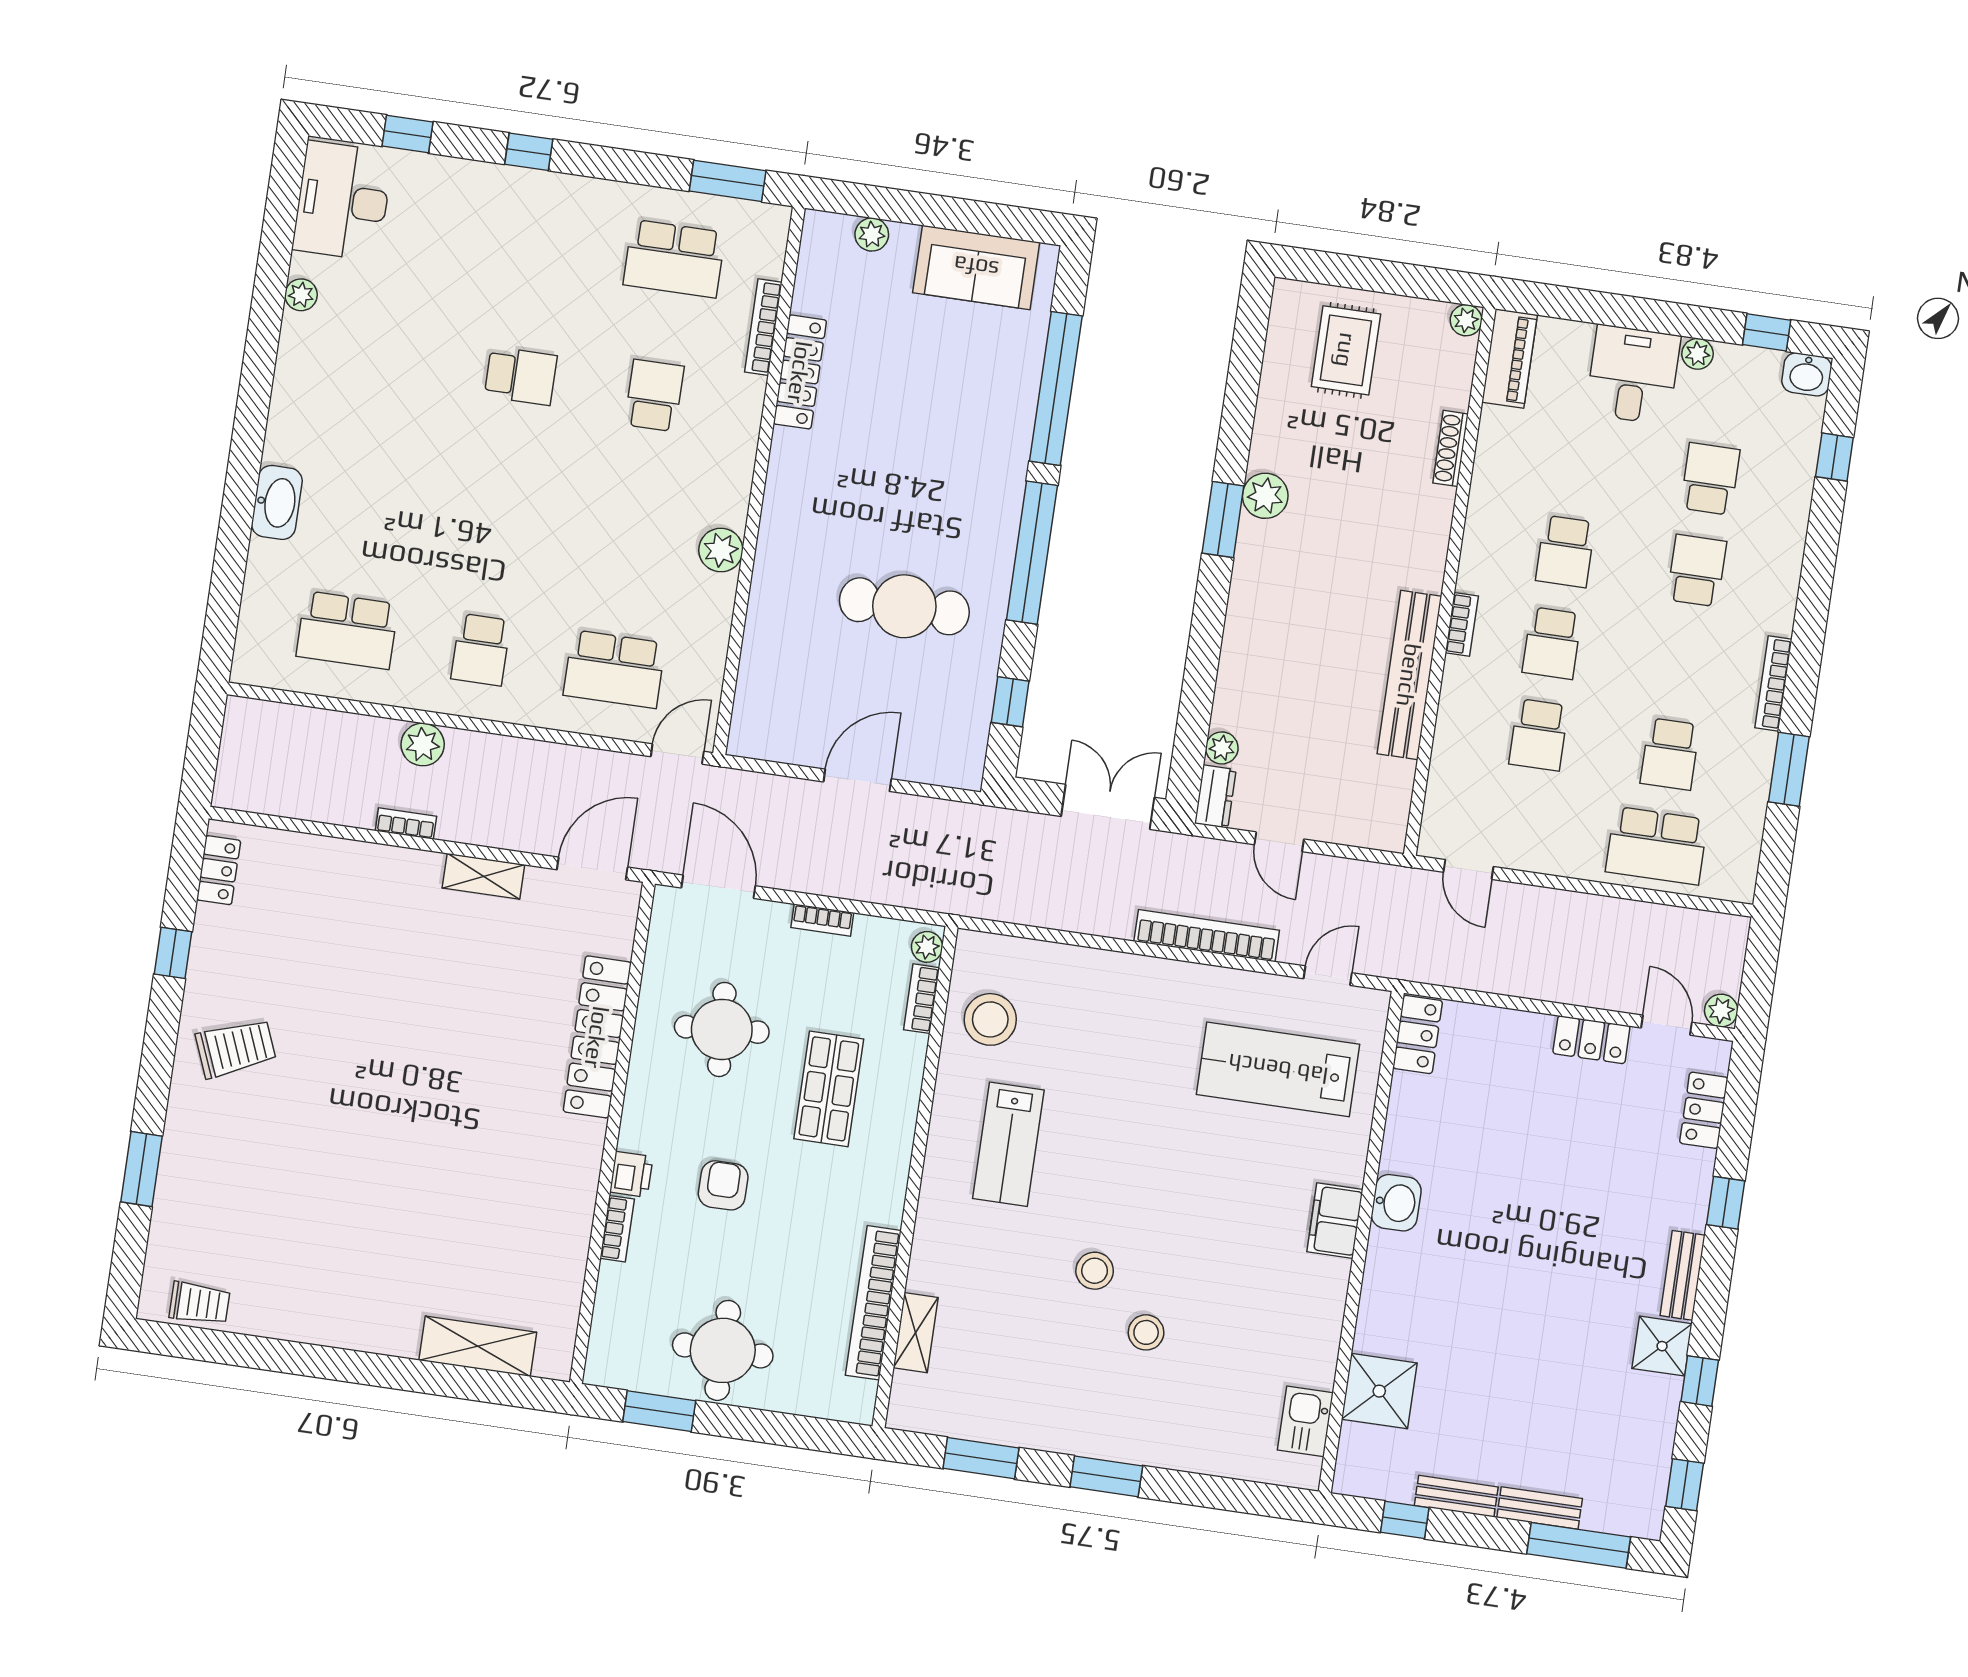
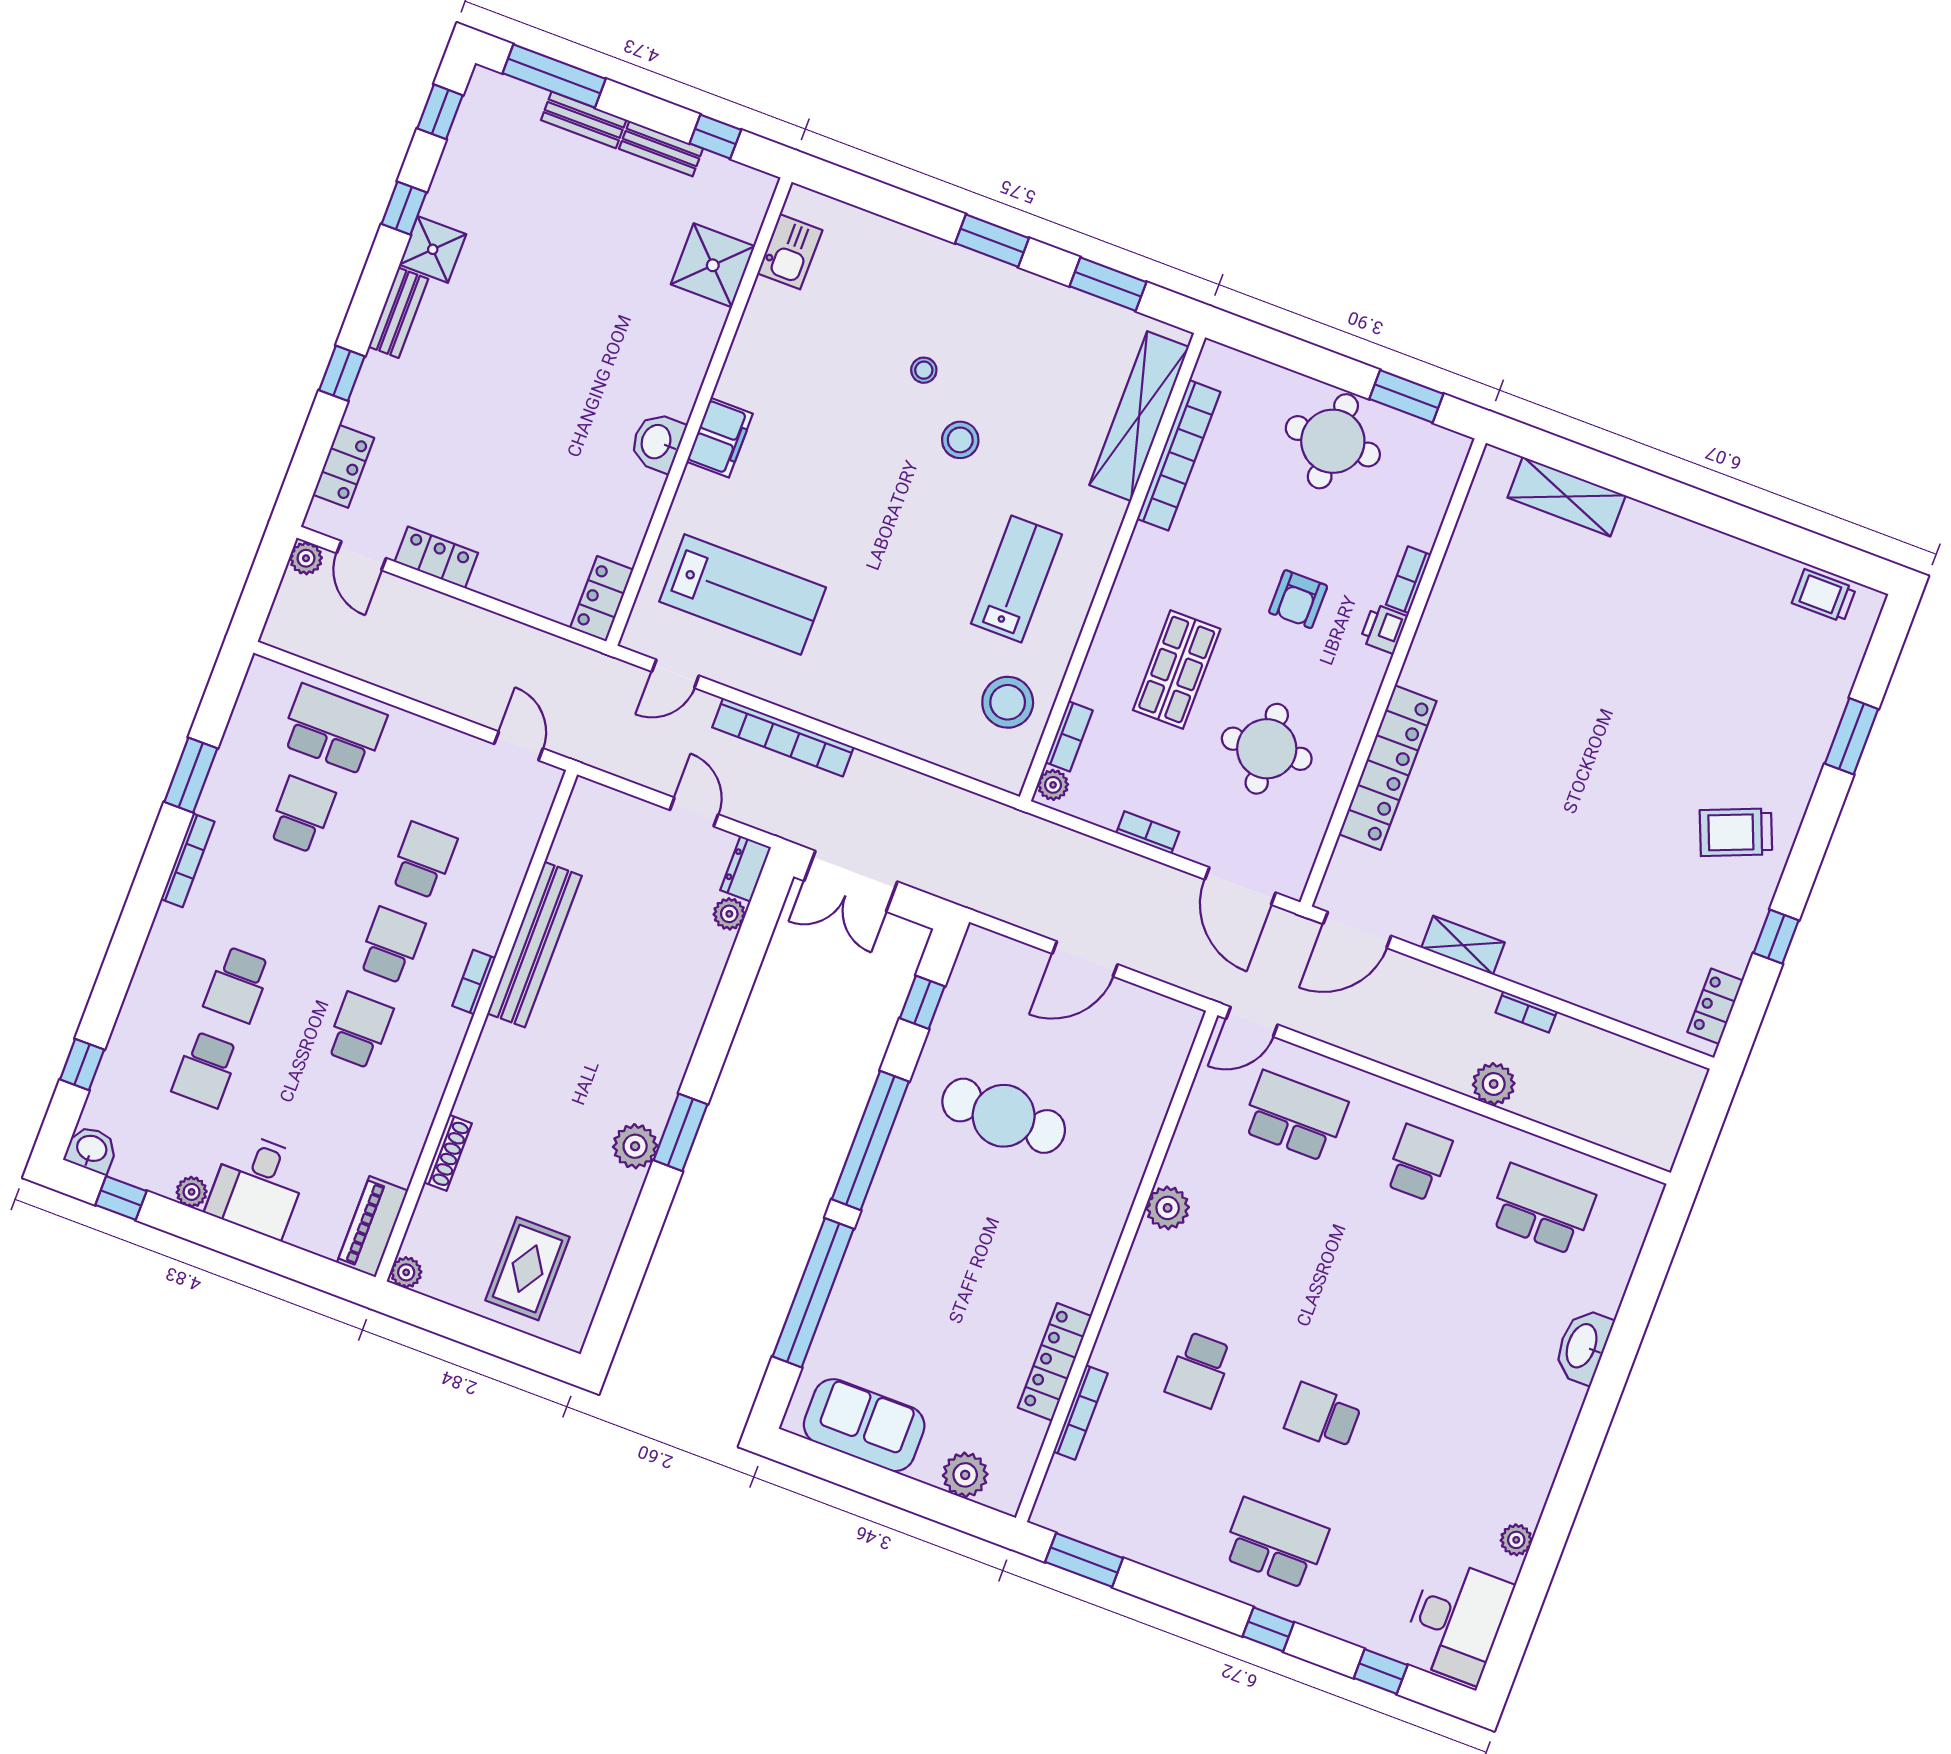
plant: (872, 235) -> (965, 1475), width x1.38, depth x1.38
school desk: (674, 259) -> (1275, 1543), moved
stool: (1146, 1332) -> (924, 370), width x0.73, depth x0.73
shelving: (916, 1333) -> (1139, 416), width x2.20, depth x1.33

